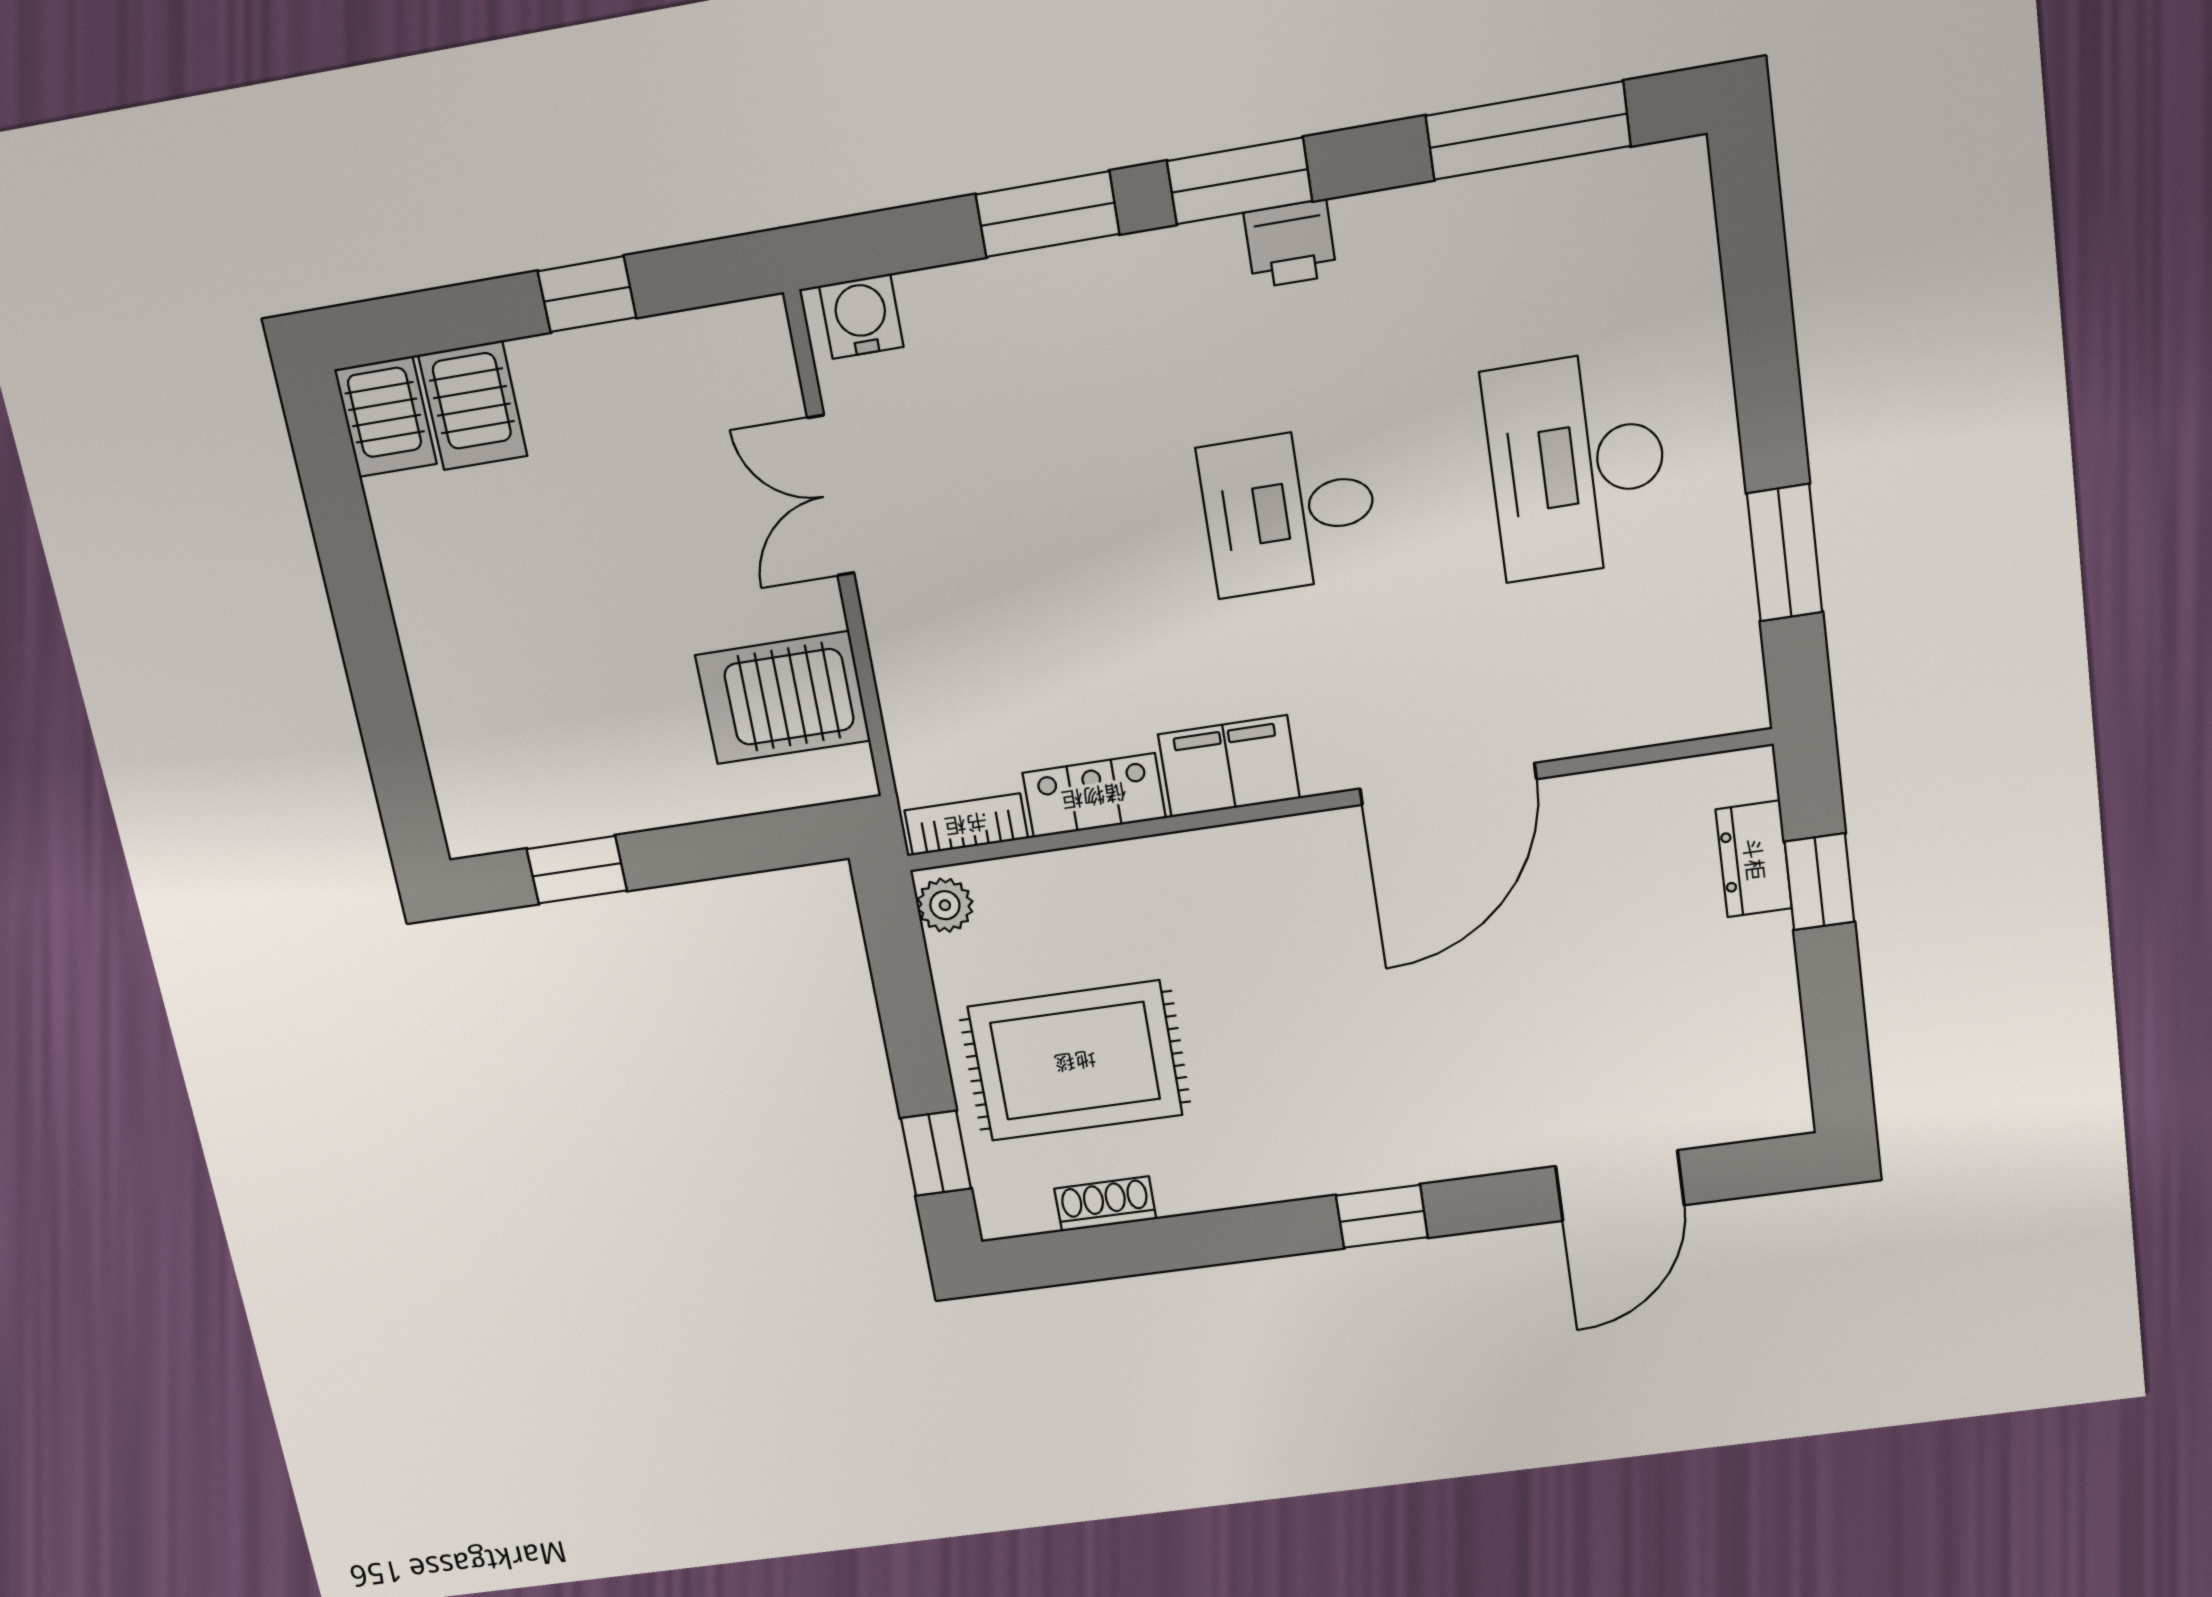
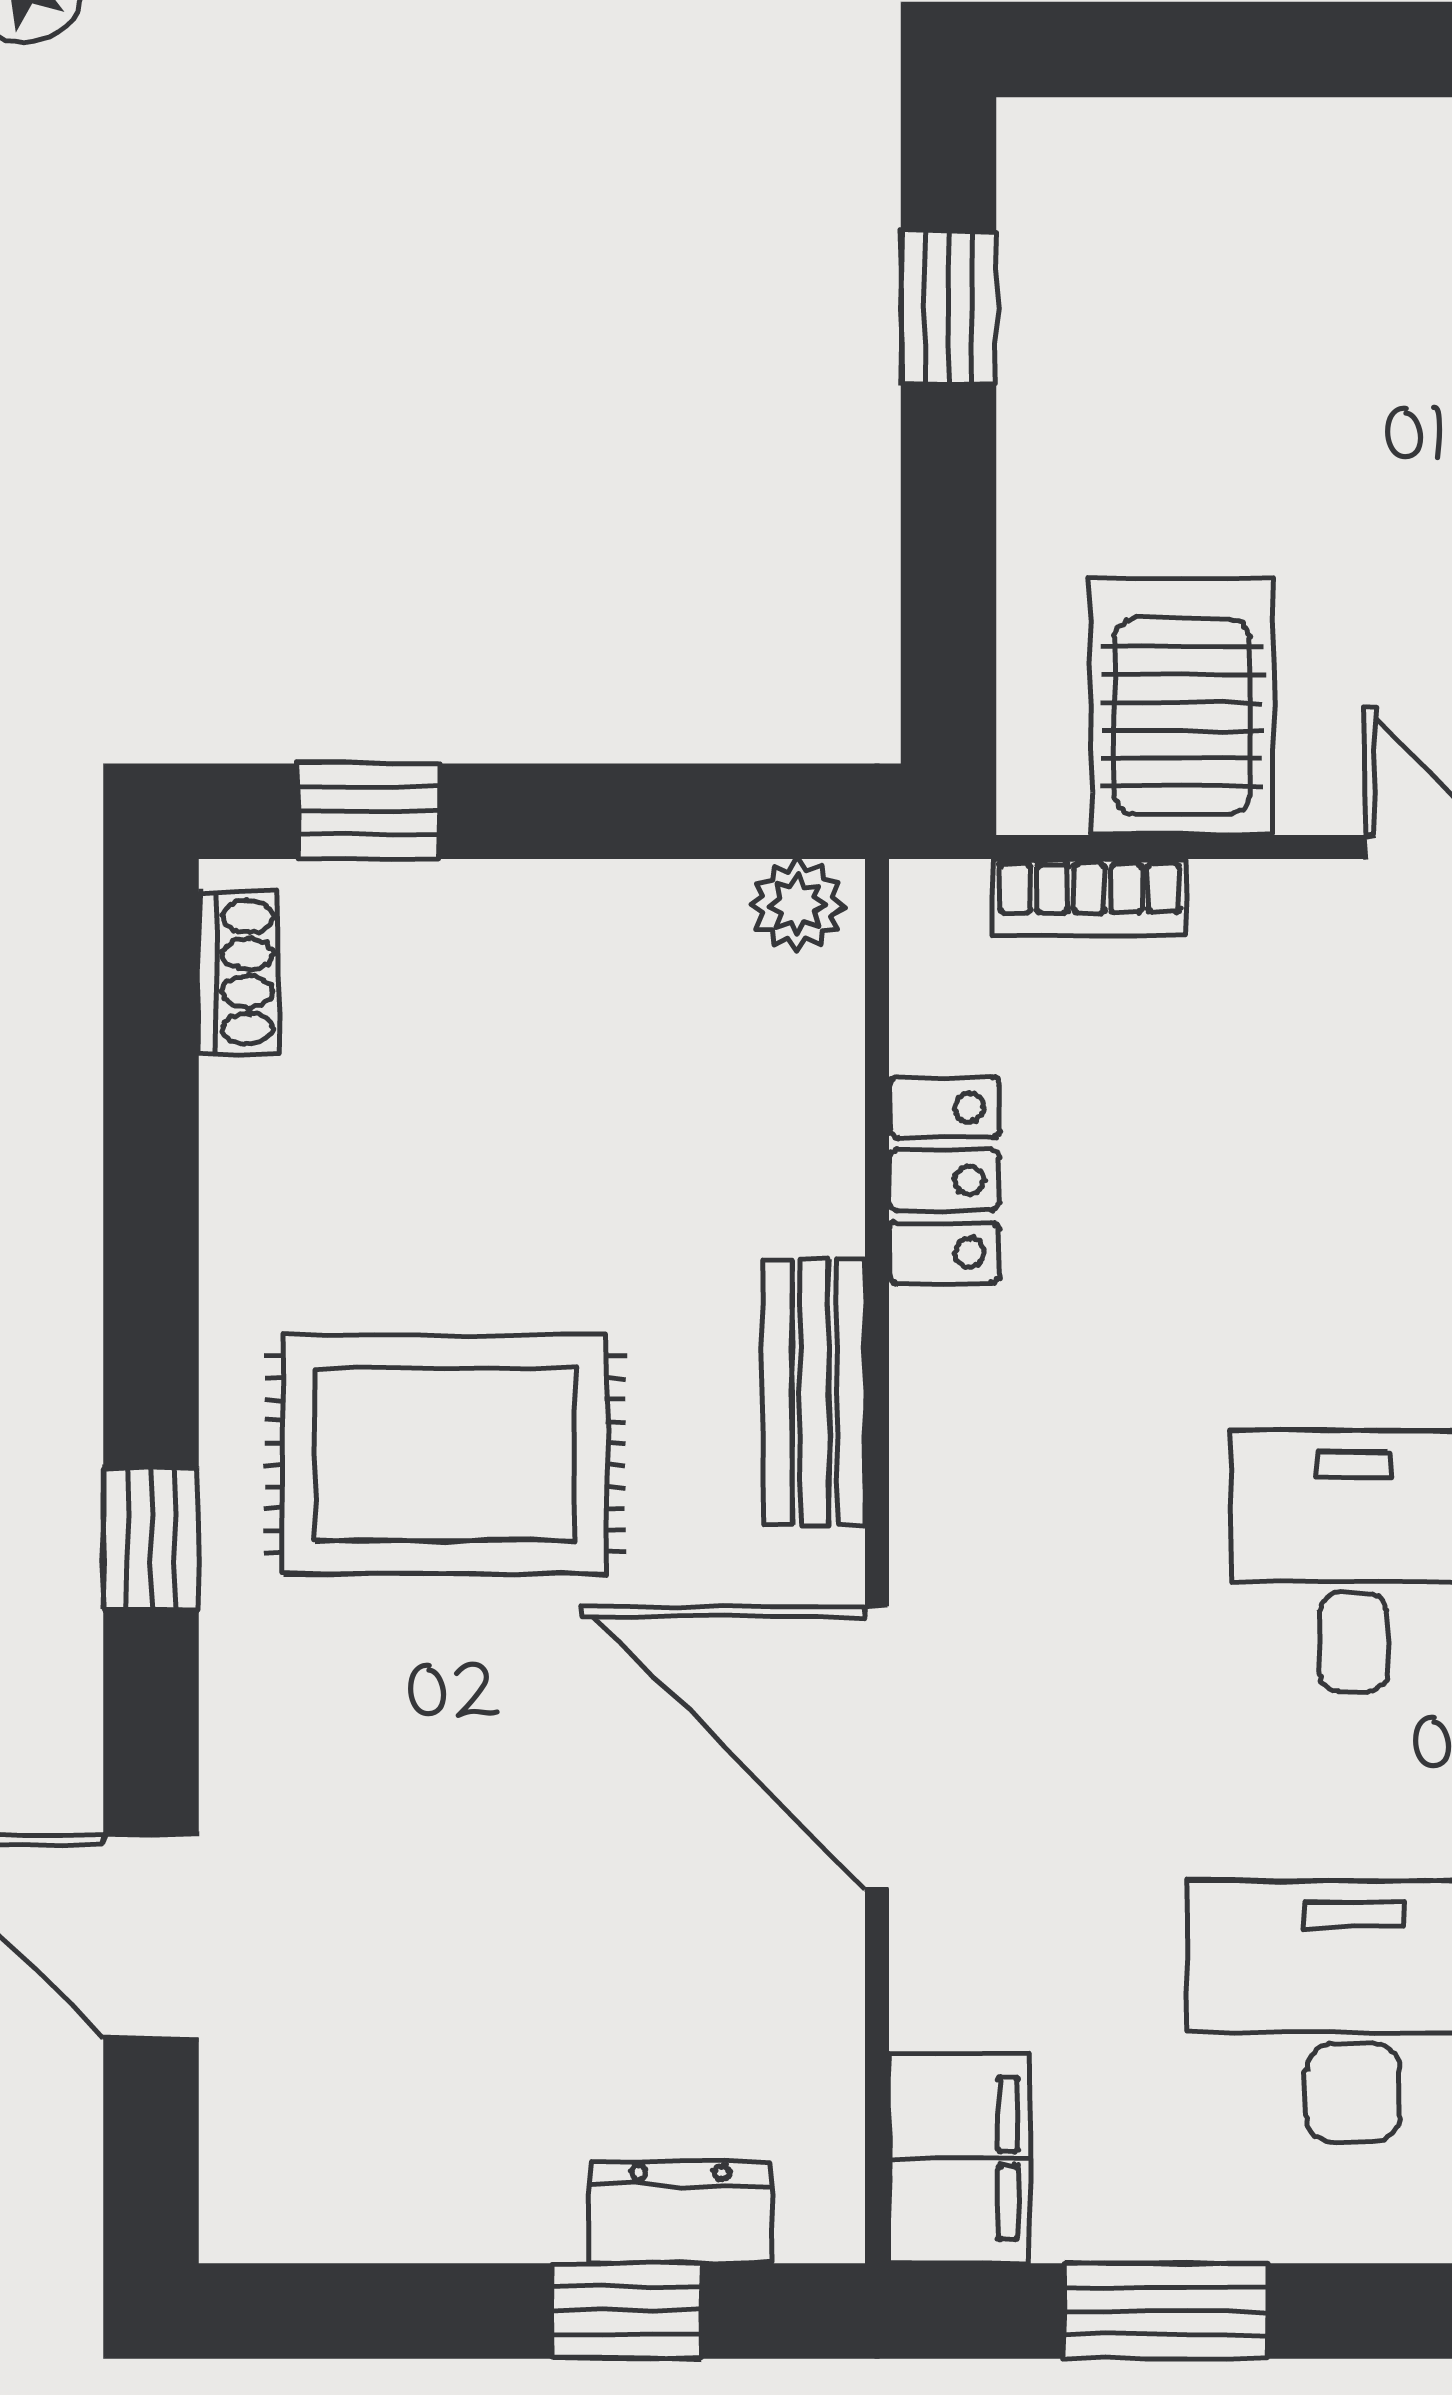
filing cabinet: (1229, 766) -> (959, 2158), moved
bookcase: (966, 824) -> (1089, 898), moved, turned 90
bench: (1235, 853) -> (814, 1392), added
rug: (1075, 1061) -> (445, 1454), moved, turned 90
shoe rack: (1105, 1204) -> (238, 973), moved

